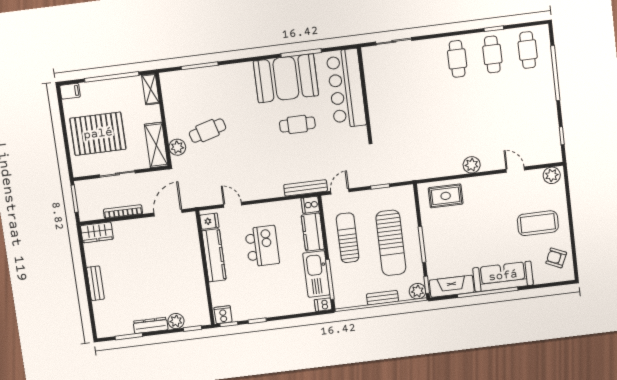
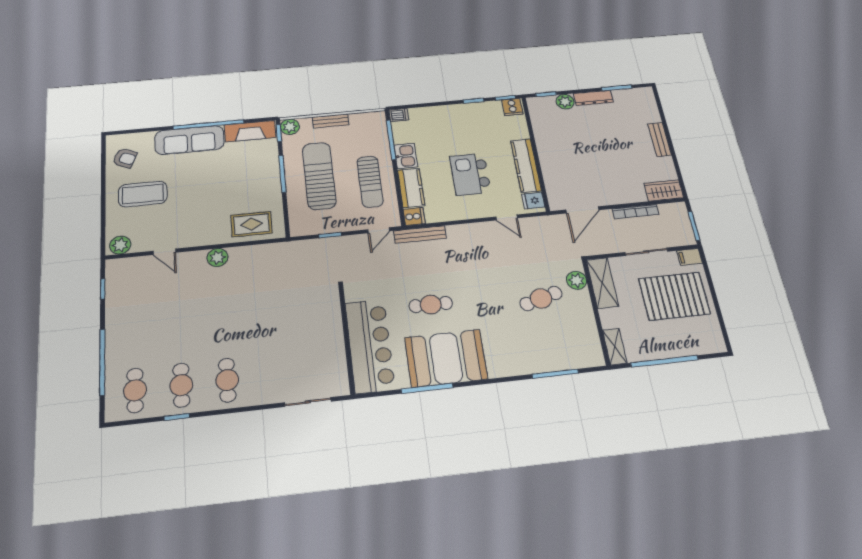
filing cabinet: (70, 91) -> (689, 257), moved
kitchen sink: (316, 274) -> (406, 156), width x0.53, depth x0.81

